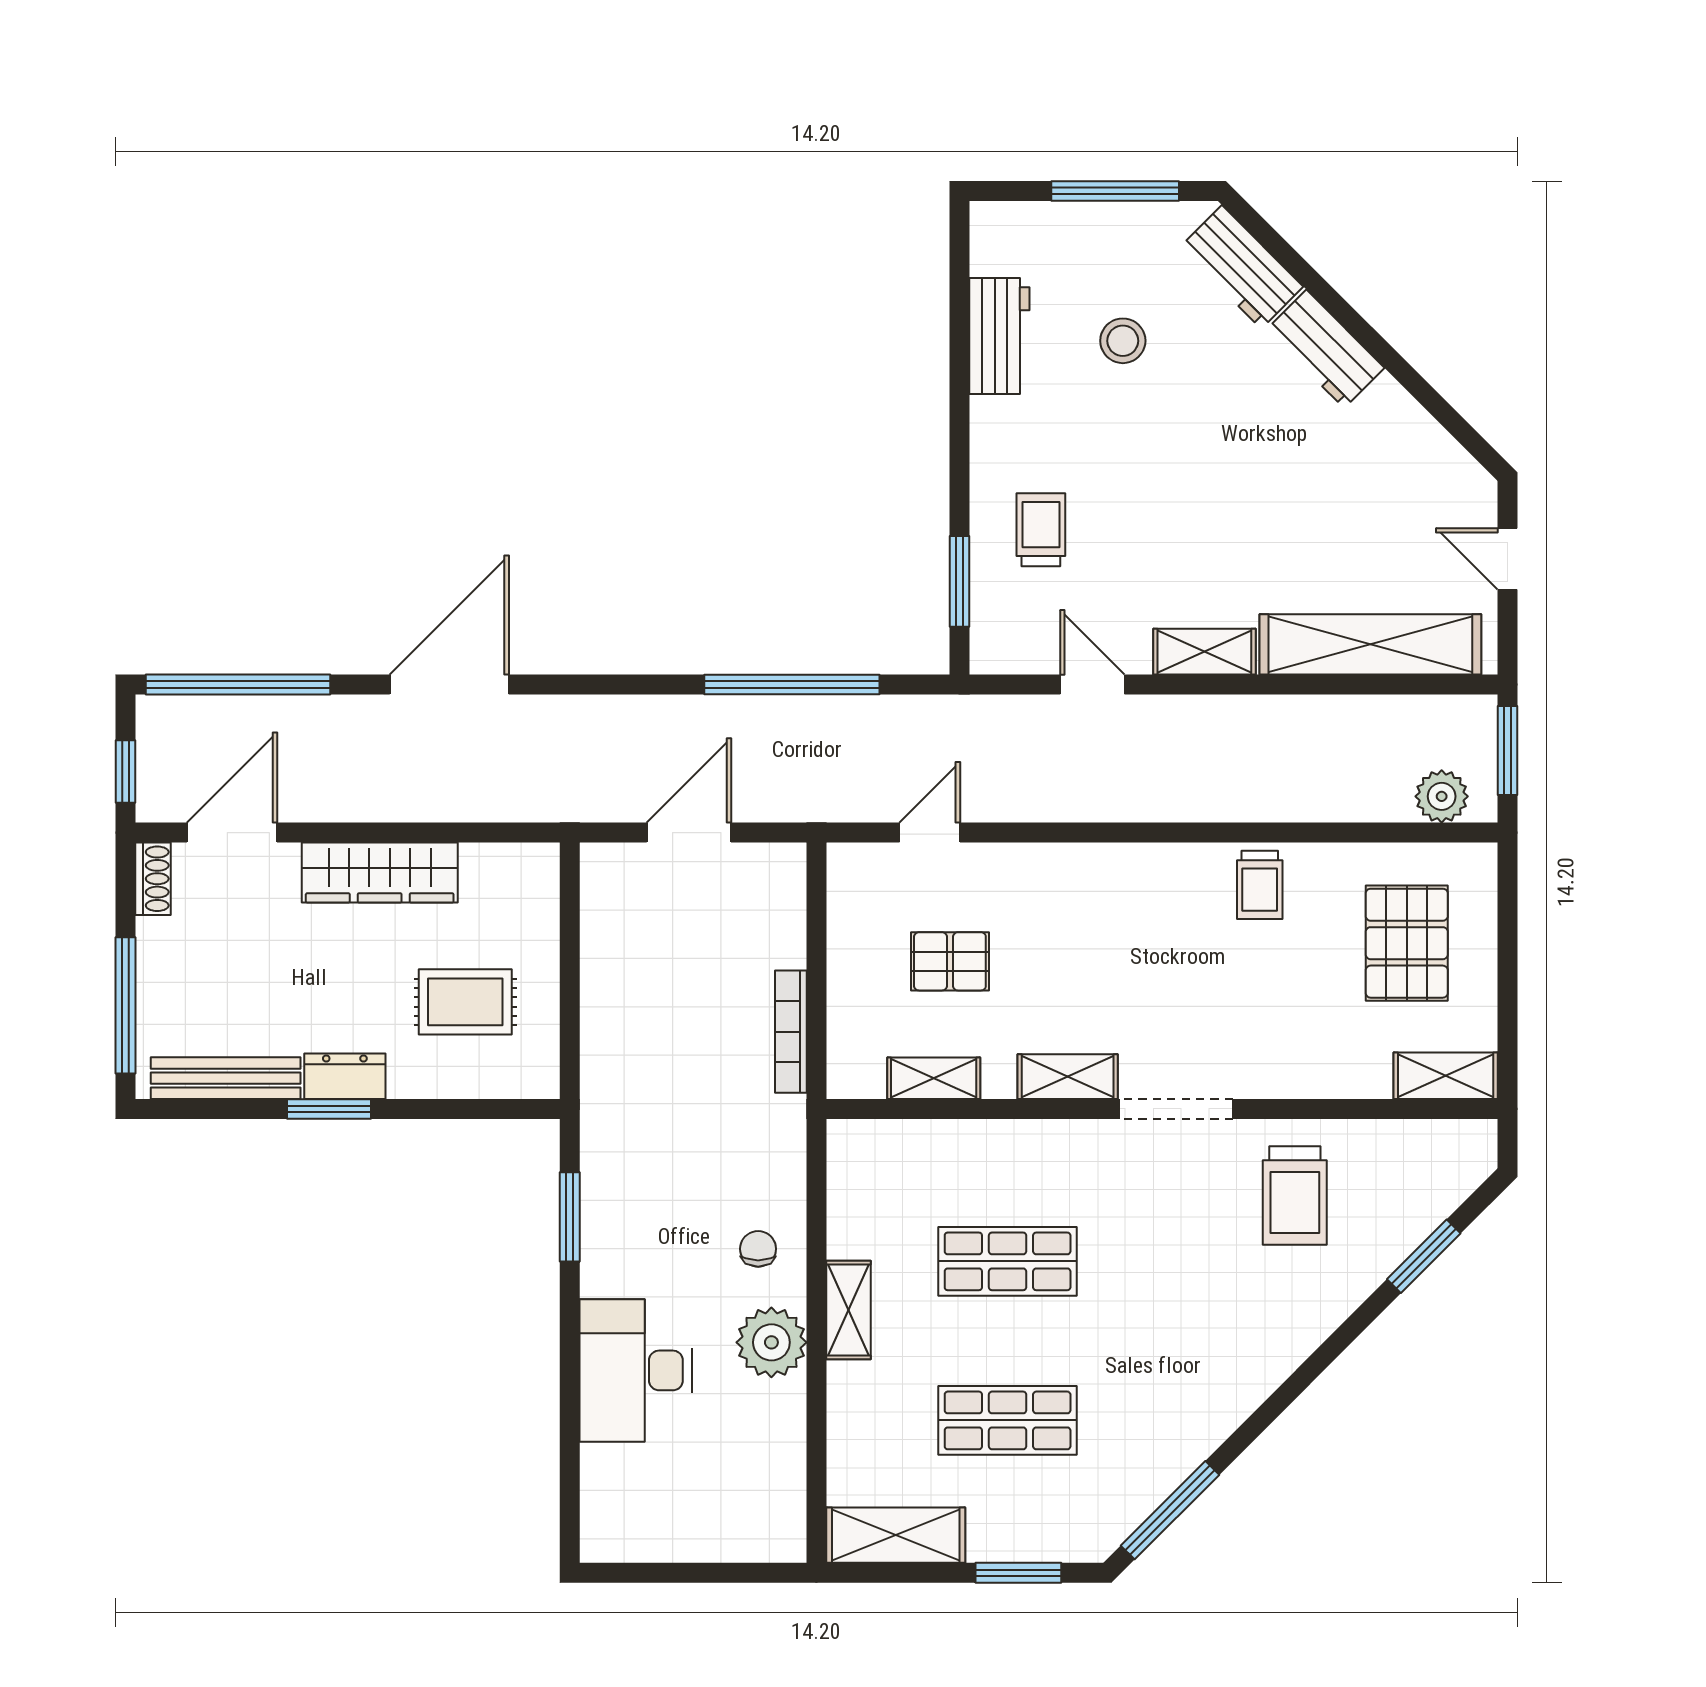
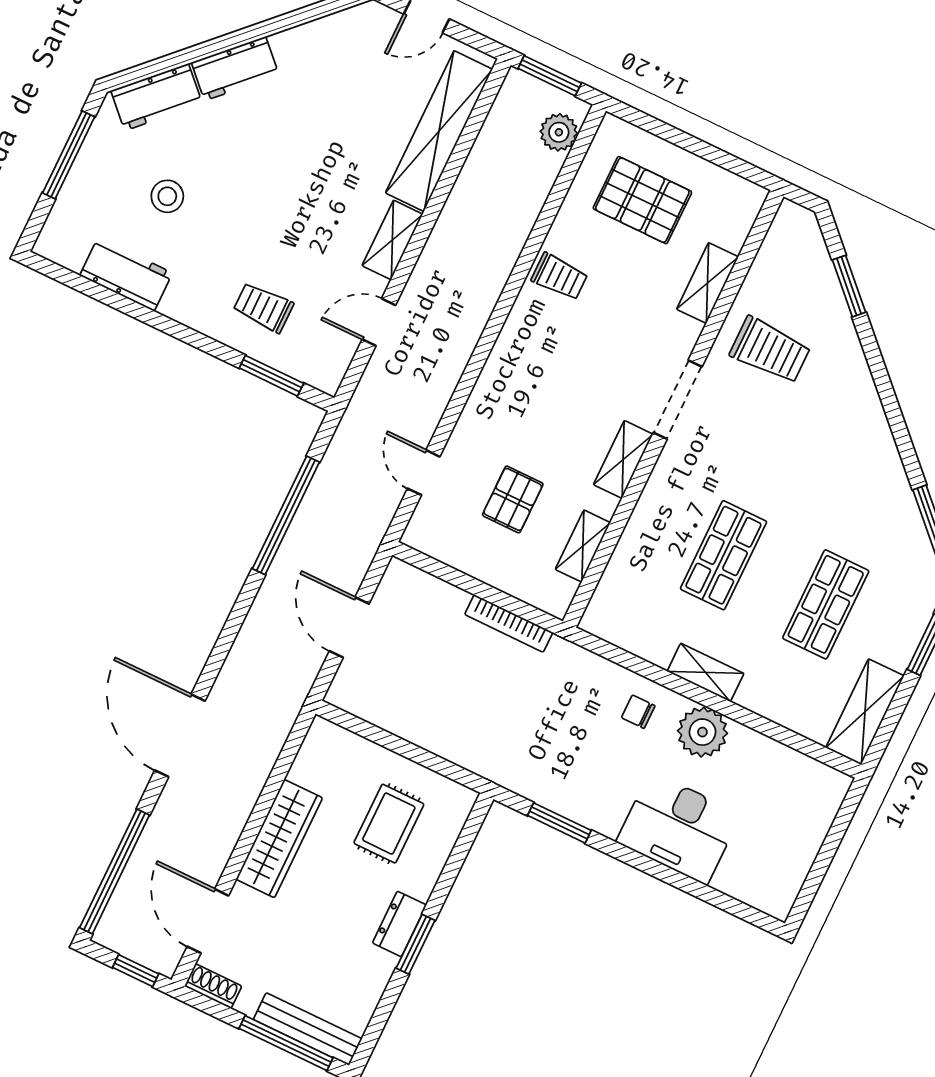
shelving: (1446, 1076) -> (707, 283), moved
bench: (226, 1078) -> (308, 1029), moved, turned 90

